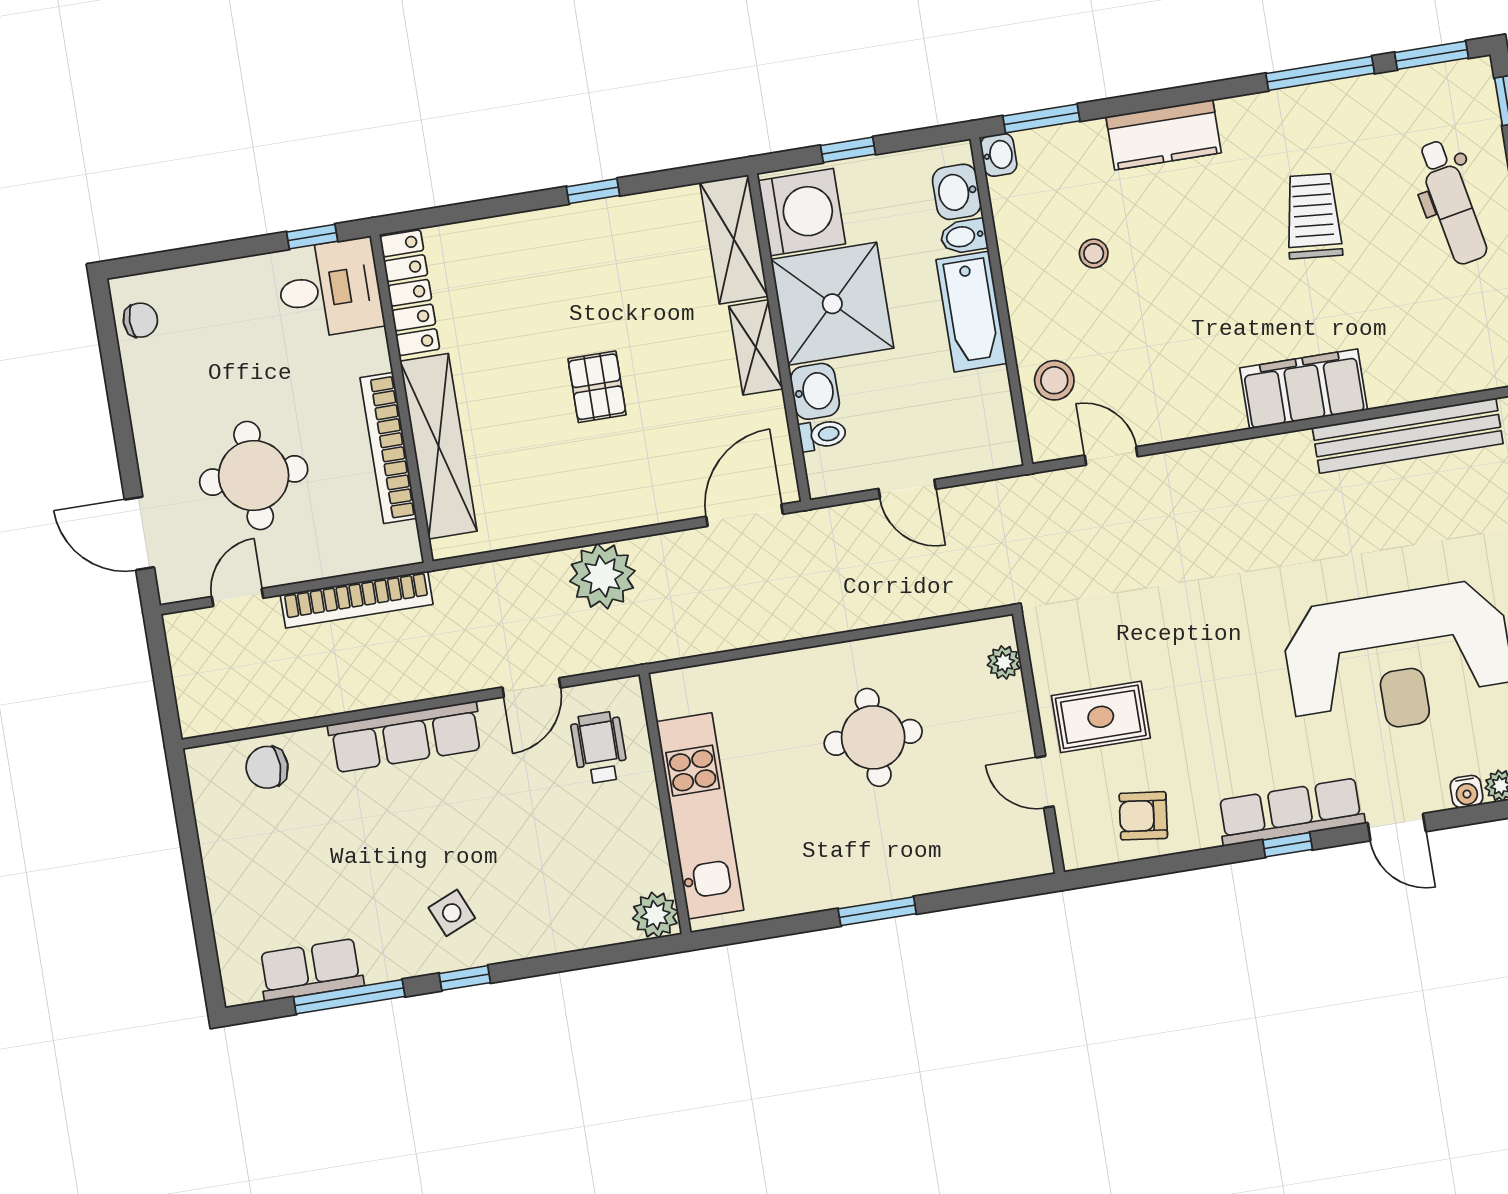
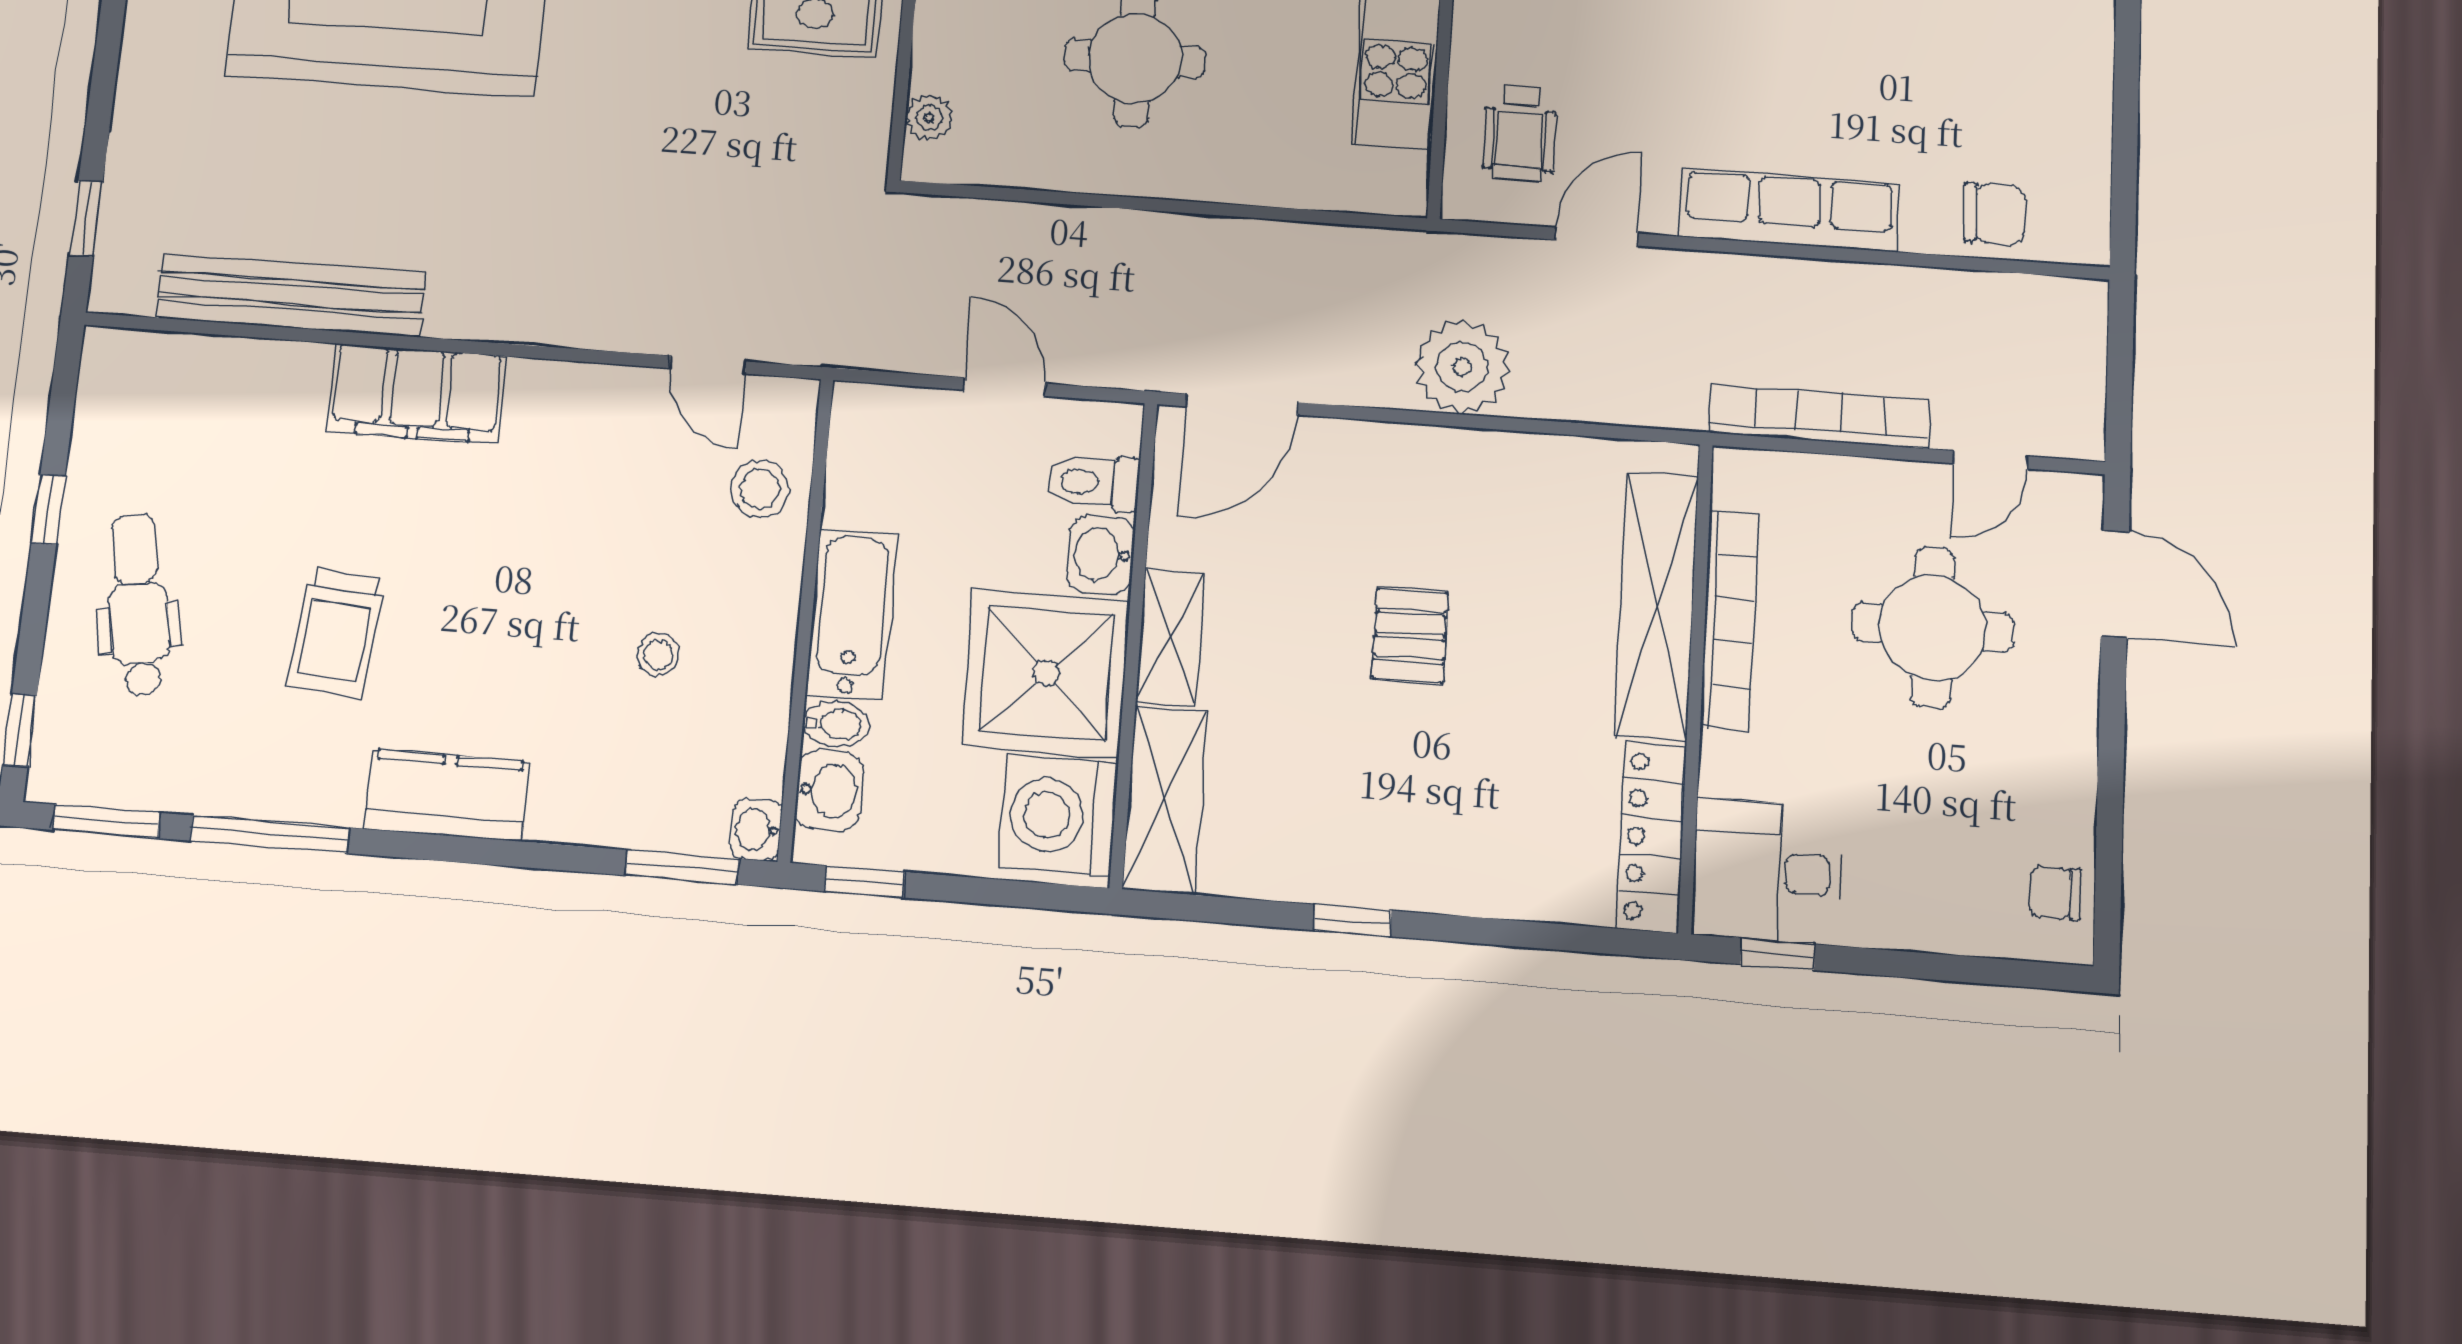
kitchen counter: (1164, 135) -> (447, 795), moved
window: (848, 150) -> (865, 882), moved
toilet: (822, 435) -> (1093, 482), width x1.37, depth x1.39

